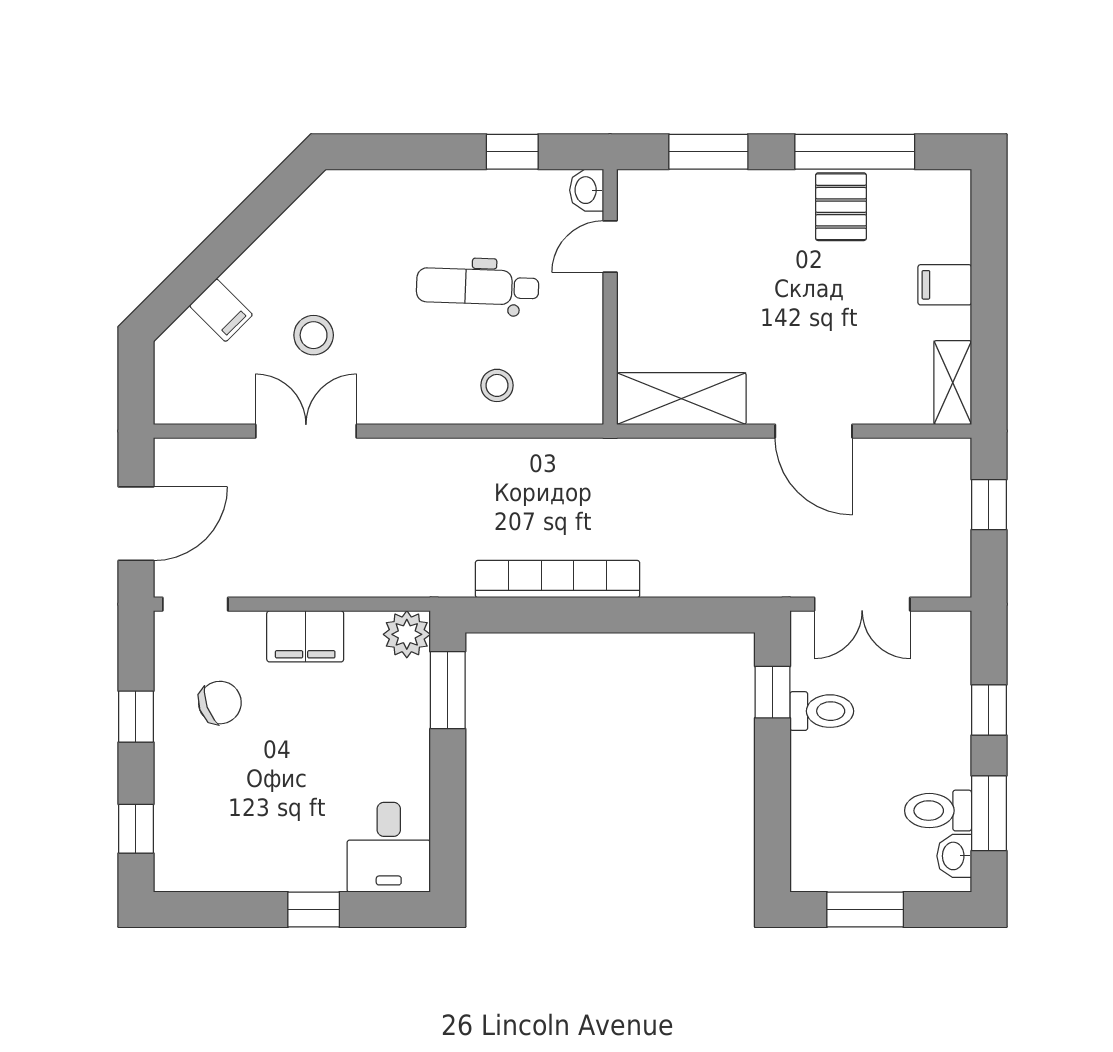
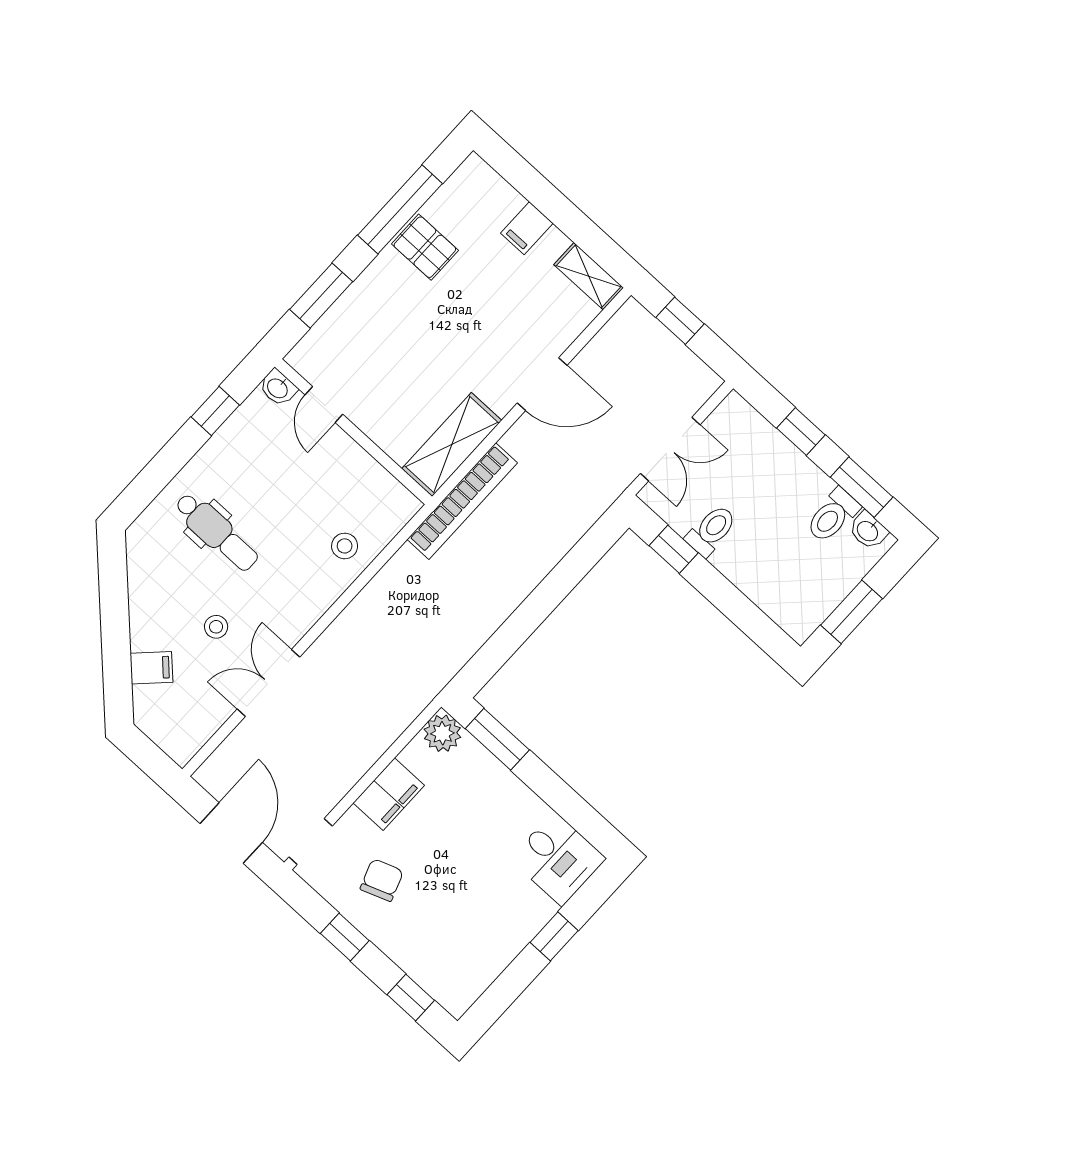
dental chair: (478, 287) -> (216, 532), moved, turned -92
stool: (314, 335) -> (216, 627), width x0.73, depth x0.73
bookcase: (558, 579) -> (462, 501), moved, turned 180

